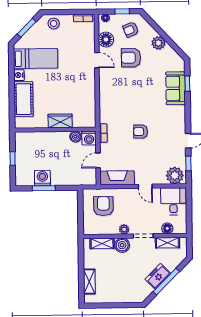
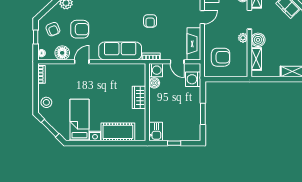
armchair: (131, 58) -> (80, 29), turned -90
sofa: (109, 100) -> (120, 51), added
kitchen sink: (24, 139) -> (156, 131), added
washing machine: (42, 178) -> (193, 79), moved
armchair: (103, 206) -> (221, 57), turned 180

